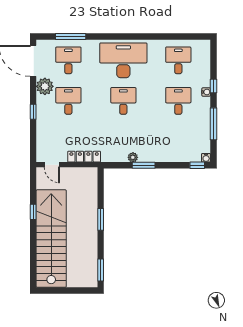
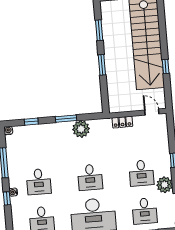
locker: (84, 157) -> (122, 122), width x0.66
plant: (133, 157) -> (81, 129), width x1.87, depth x1.87
window: (197, 165) -> (31, 122), moved
window: (101, 270) -> (99, 30), moved

